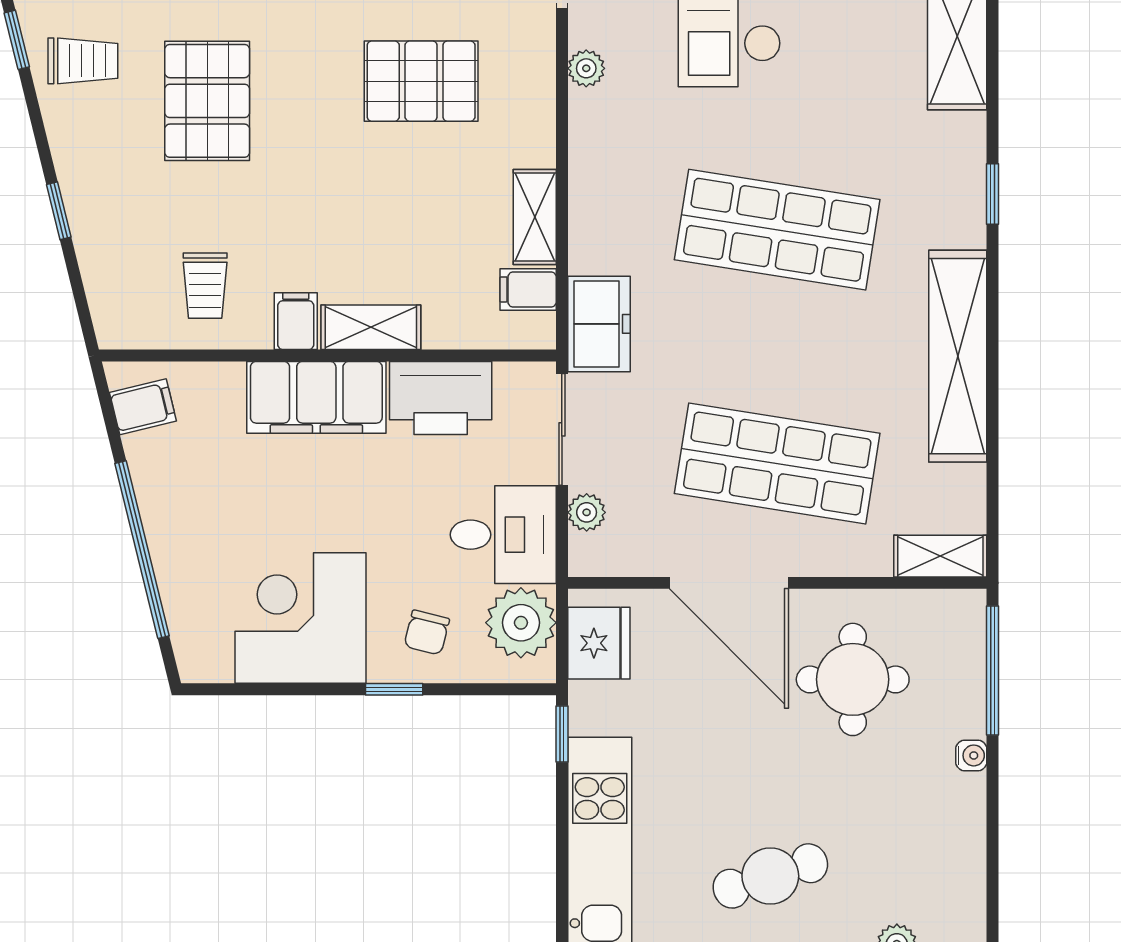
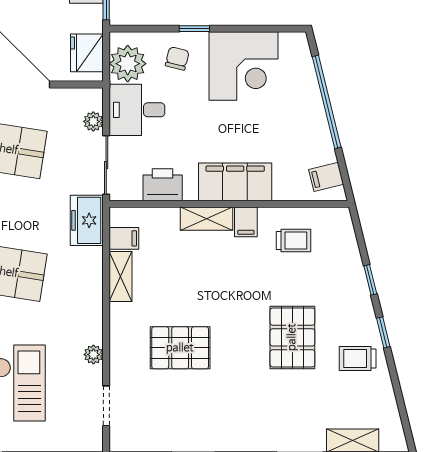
window: (17, 40) -> (383, 332), moved
trolley: (205, 286) -> (293, 240), turned 90
printer: (441, 398) -> (163, 185), width x0.73, depth x0.84

